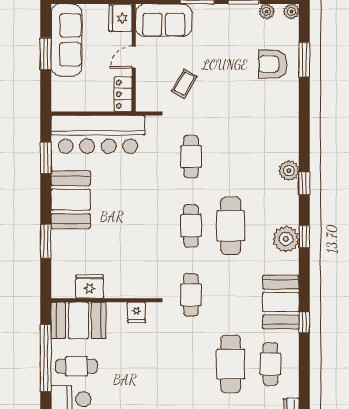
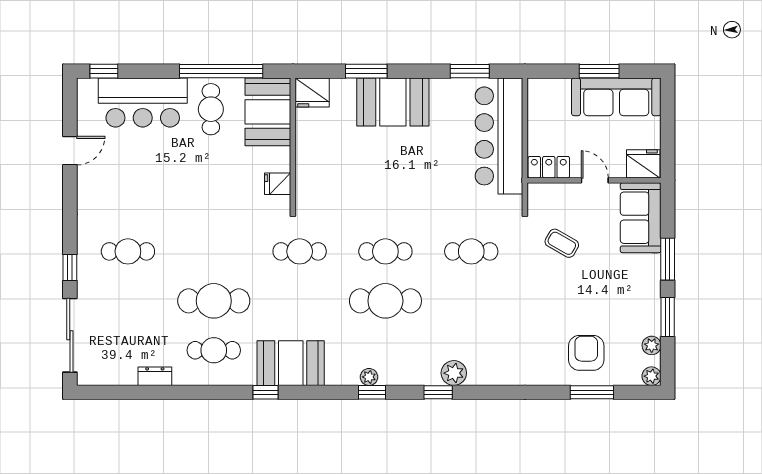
booth: (71, 200) -> (393, 102), moved
plant: (286, 239) -> (369, 377), width x0.53, depth x0.53
fridge: (90, 287) -> (312, 92), moved, turned 90

